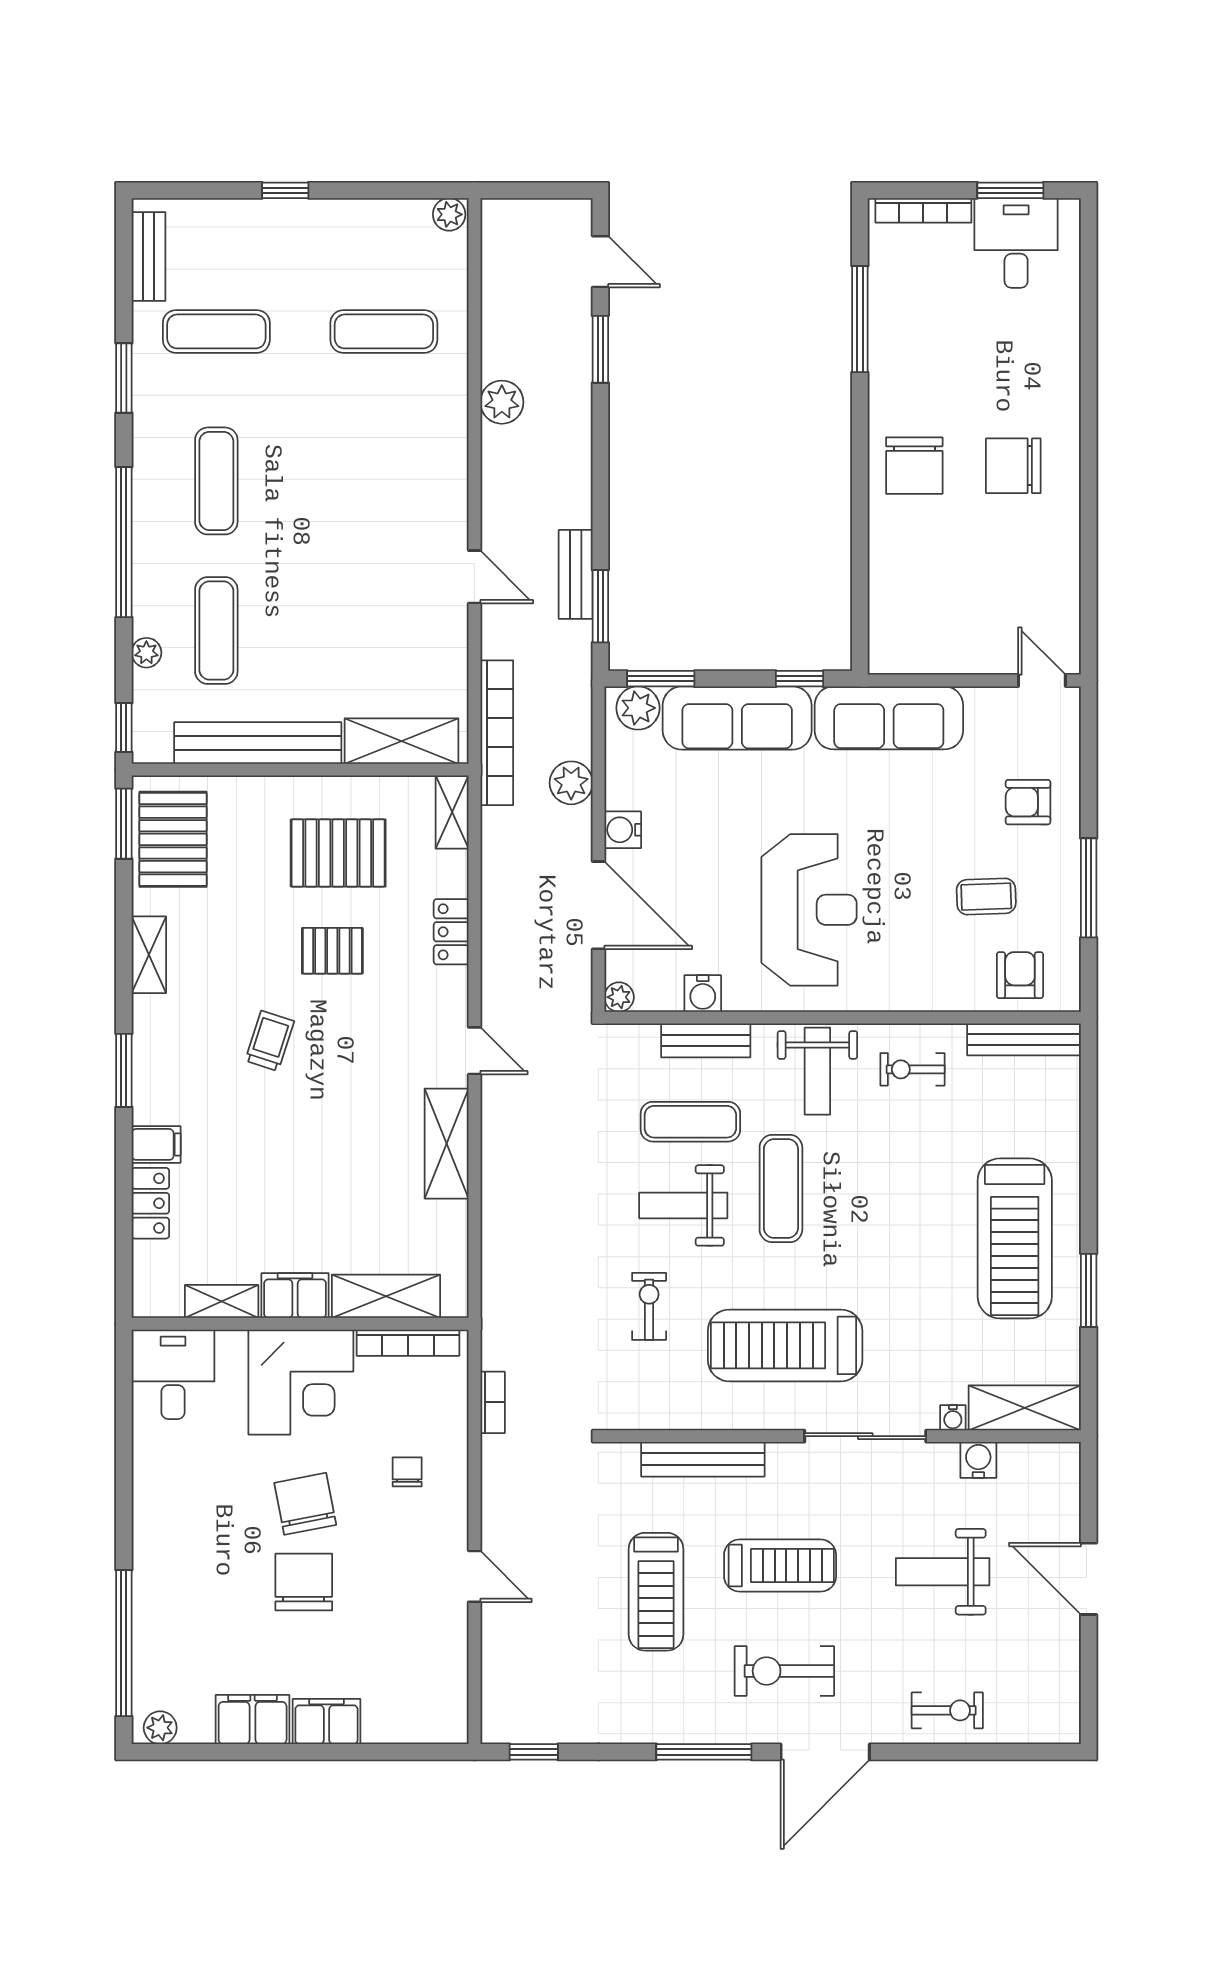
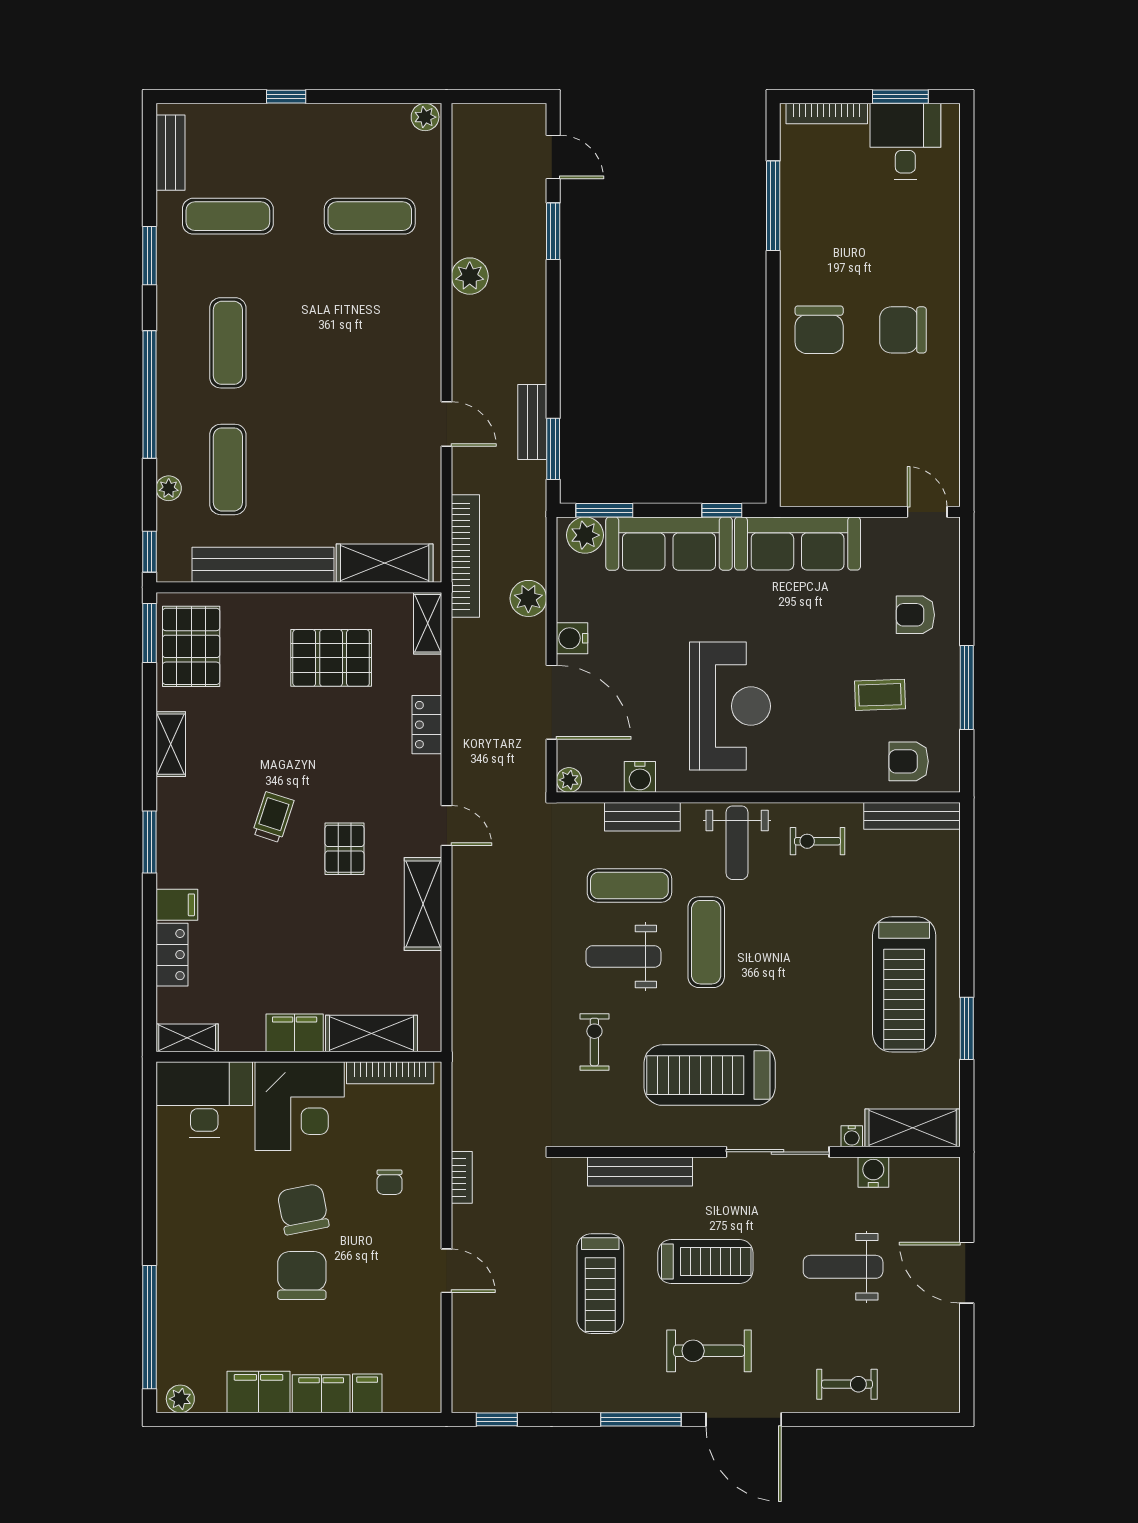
pallet: (332, 951) -> (345, 849), moved, turned 90
armchair: (1020, 975) -> (909, 761), turned -90
shelving: (222, 1301) -> (187, 1038), moved
desk: (173, 1374) -> (204, 1100), width x1.37
bookcase: (493, 1402) -> (462, 1177), moved
chair: (407, 1472) -> (389, 1182), turned 180
filing cabinet: (381, 1721) -> (367, 1393), added
door: (825, 1752) -> (744, 1419), hinge flipped

